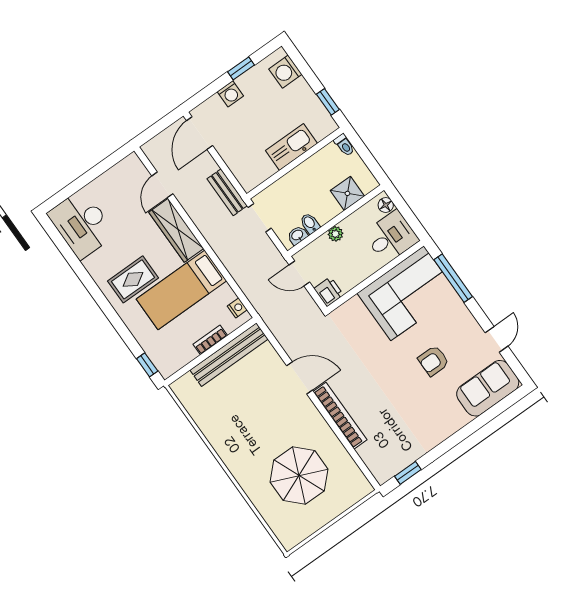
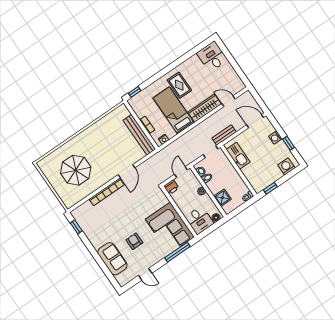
kitchen sink: (291, 147) -> (238, 156), moved
desk: (82, 224) -> (212, 56), width x0.73
sofa: (488, 388) -> (112, 259), moved

